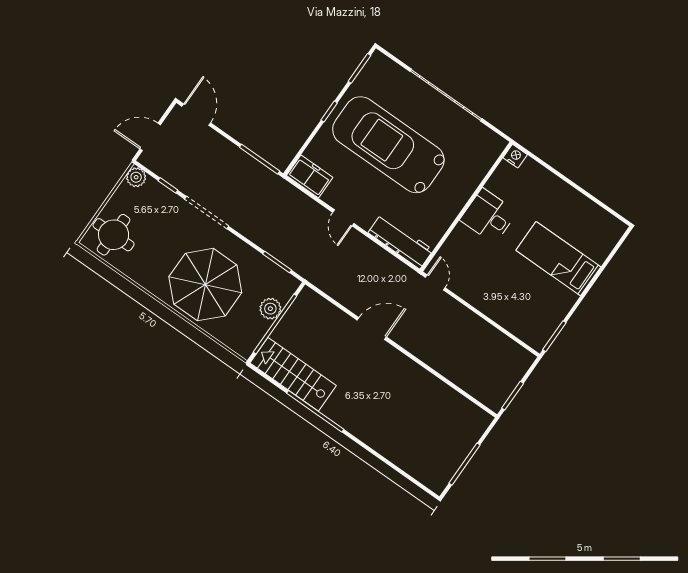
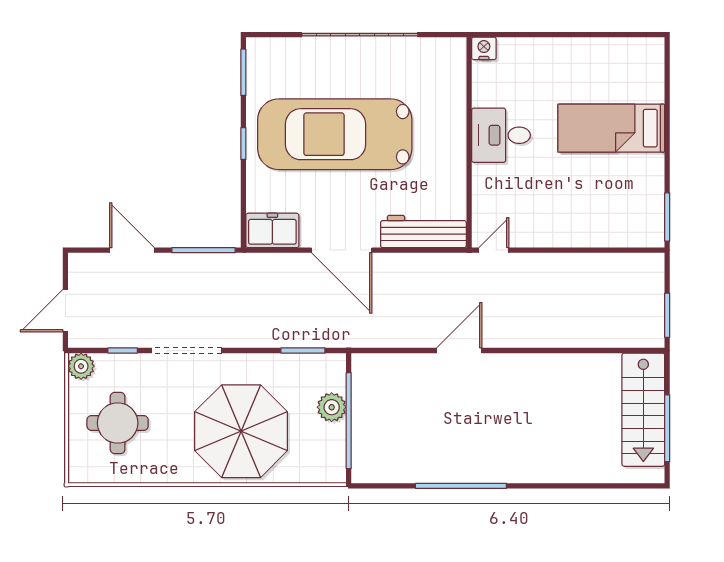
door: (196, 115) -> (132, 250), moved
door: (343, 218) -> (342, 250), width x1.87
round table: (114, 235) -> (118, 423), moved
door: (435, 283) -> (494, 250), hinge flipped
stairs: (293, 374) -> (643, 410), moved, turned -90

